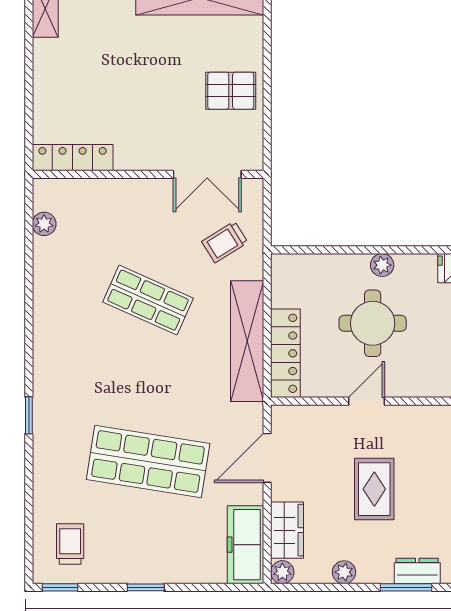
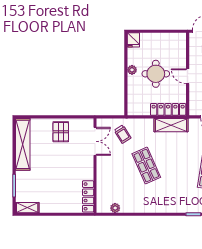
shop shelf: (148, 300) -> (146, 166), turned -48
shelving: (247, 341) -> (171, 125), width x0.68

